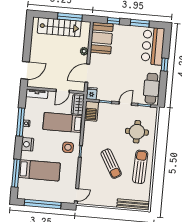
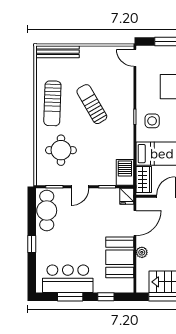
booth: (102, 38) -> (120, 257), moved
bar counter: (153, 46) -> (68, 279), moved, turned -90
door: (76, 195) -> (135, 58), hinge flipped

